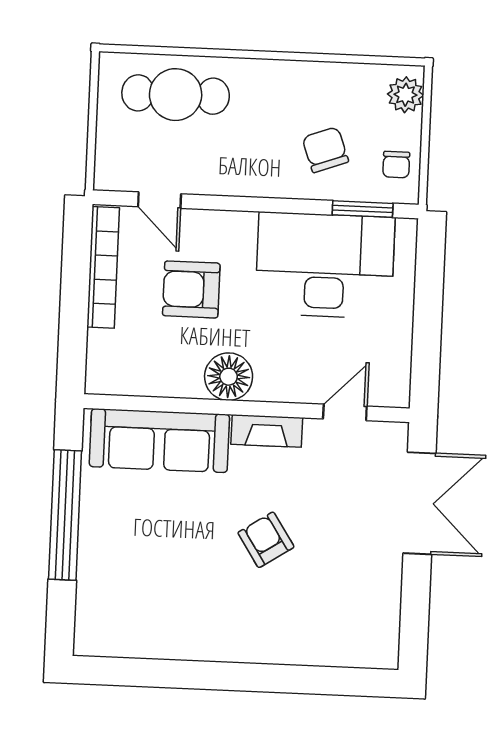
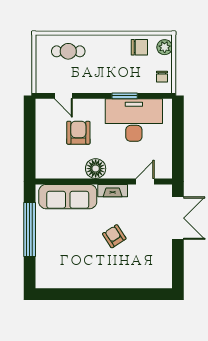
cafe table: (176, 95) -> (68, 51), width x0.73, depth x0.74
chair: (325, 150) -> (139, 47), moved, turned 110
window: (363, 209) -> (125, 96), moved
bookcase: (103, 267) -> (41, 125), removed
armchair: (191, 289) -> (78, 133), turned 90

